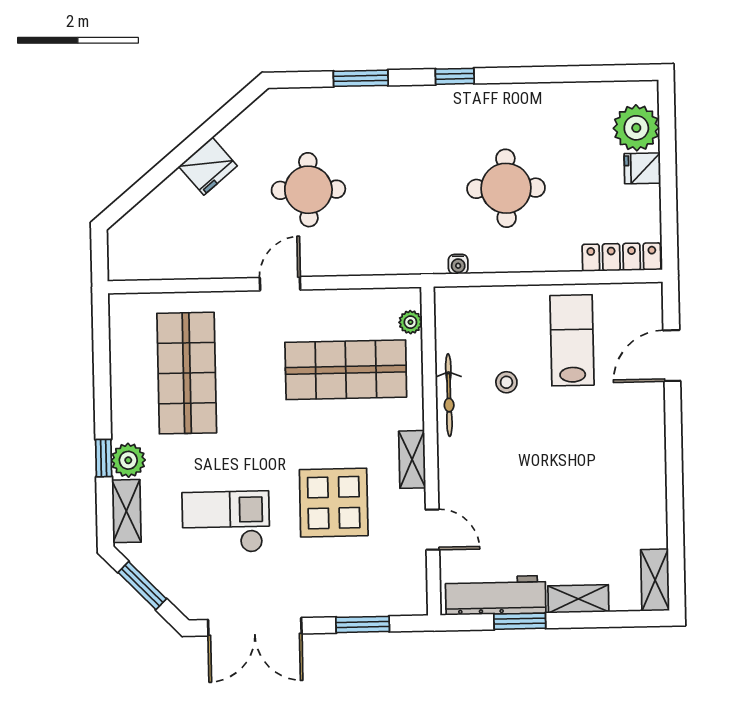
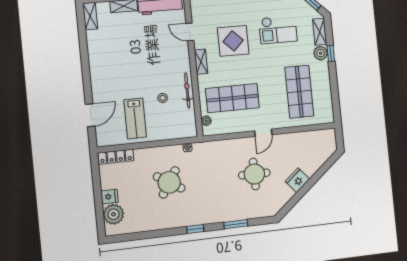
round table: (506, 188) -> (169, 182), turned 32

